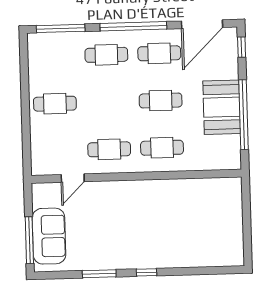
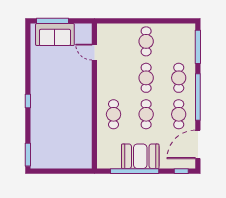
door: (202, 24) -> (198, 144), hinge flipped
cafe table: (109, 149) -> (146, 78), moved
window: (99, 274) -> (28, 155), moved

